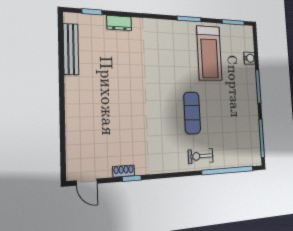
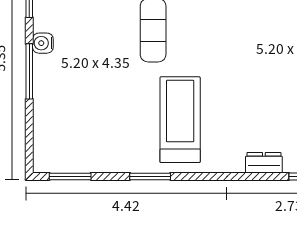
treadmill: (209, 53) -> (180, 120), moved
water cooler: (250, 58) -> (43, 43), moved

